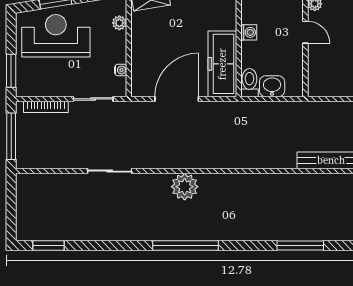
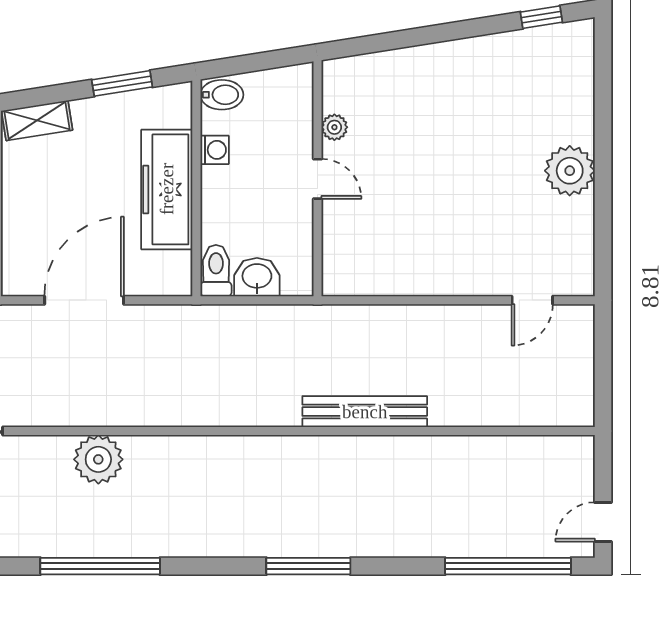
washing machine: (249, 32) -> (215, 150), moved
freezer: (222, 64) -> (167, 189), moved

